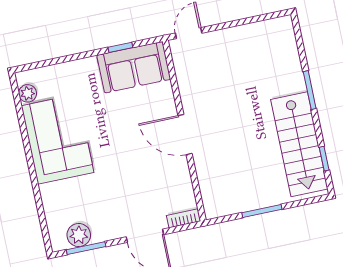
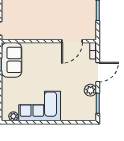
door: (185, 135) -> (72, 41), moved
plant: (79, 235) -> (90, 90), moved

